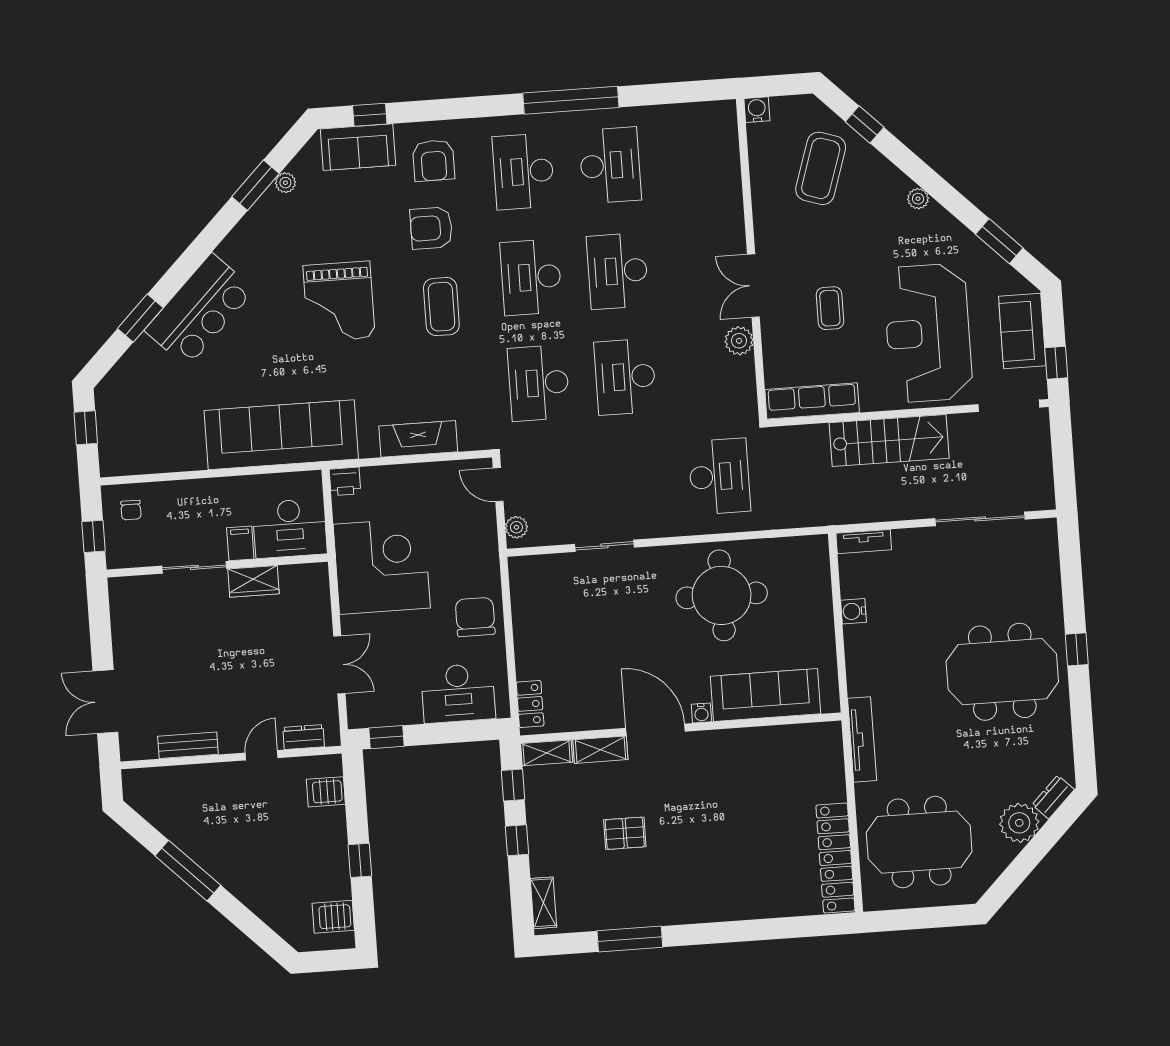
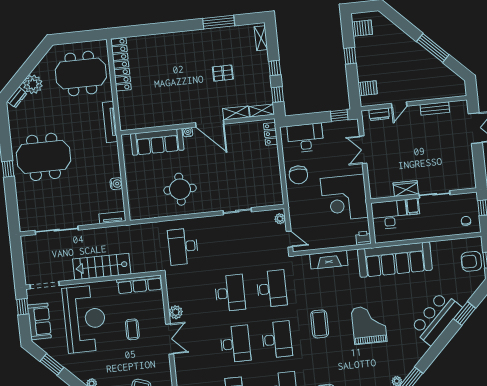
armchair: (431, 228) -> (471, 261), moved, turned 180
round table: (722, 595) -> (180, 189), width x0.73, depth x0.73

